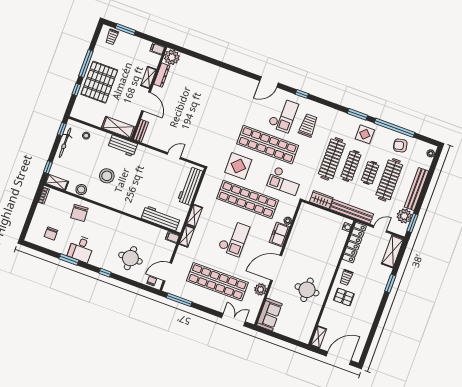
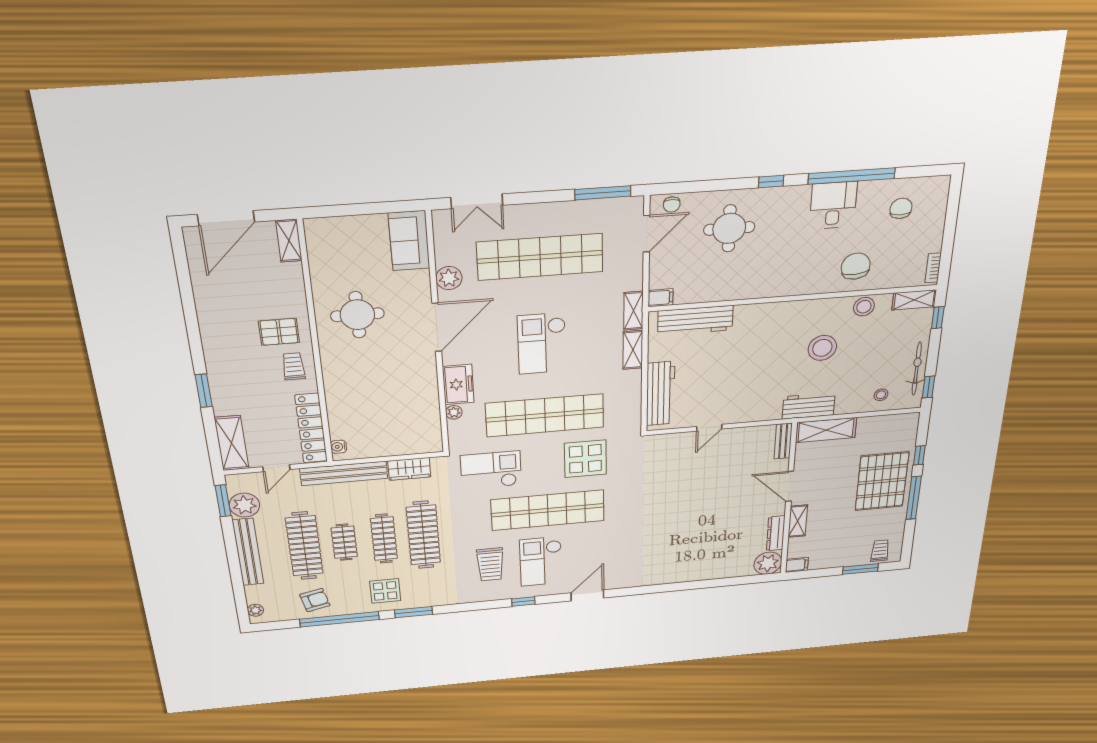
window: (69, 259) -> (852, 176), width x2.11

